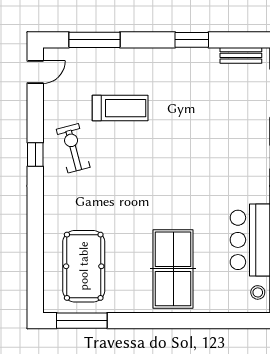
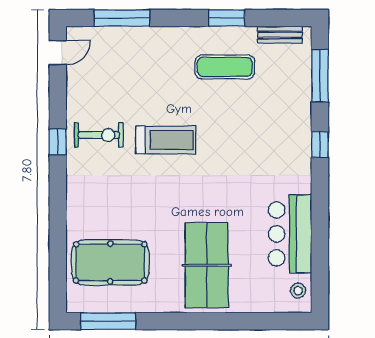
exercise mat: (190, 85) -> (225, 67), added
treadmill: (120, 108) -> (166, 140), moved
exercise bike: (73, 148) -> (99, 135), turned 105
pool table: (84, 266) -> (110, 262), turned 90

